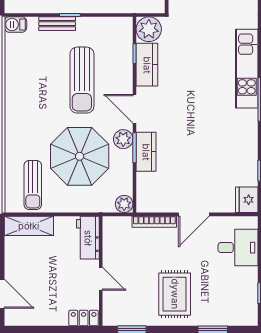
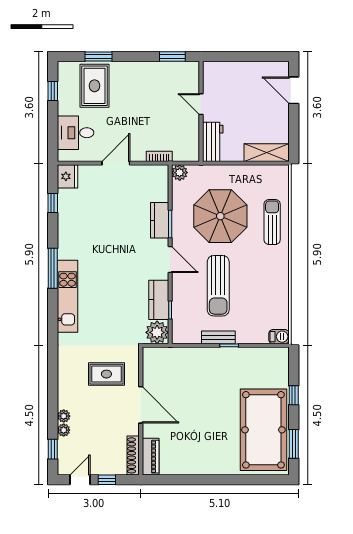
bench: (57, 24) -> (218, 337), moved
sun lounger: (82, 80) -> (218, 286), turned 180
plant: (123, 139) -> (180, 232), removed
sun lounger: (33, 185) -> (272, 222), moved
bookcase: (154, 222) -> (159, 156), width x0.64
rug: (175, 294) -> (95, 86), moved
locker: (84, 318) -> (217, 68), removed

